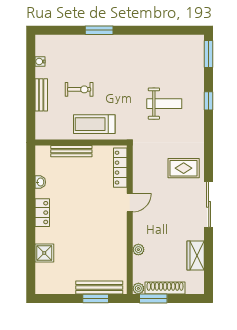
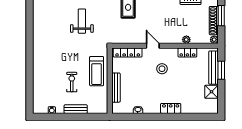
window: (99, 30) -> (29, 68), removed
locker: (42, 213) -> (171, 108), moved
stool: (98, 216) -> (162, 69), added
locker: (120, 251) -> (187, 53), added
shower: (44, 253) -> (212, 92), moved
window: (153, 298) -> (221, 16), moved

